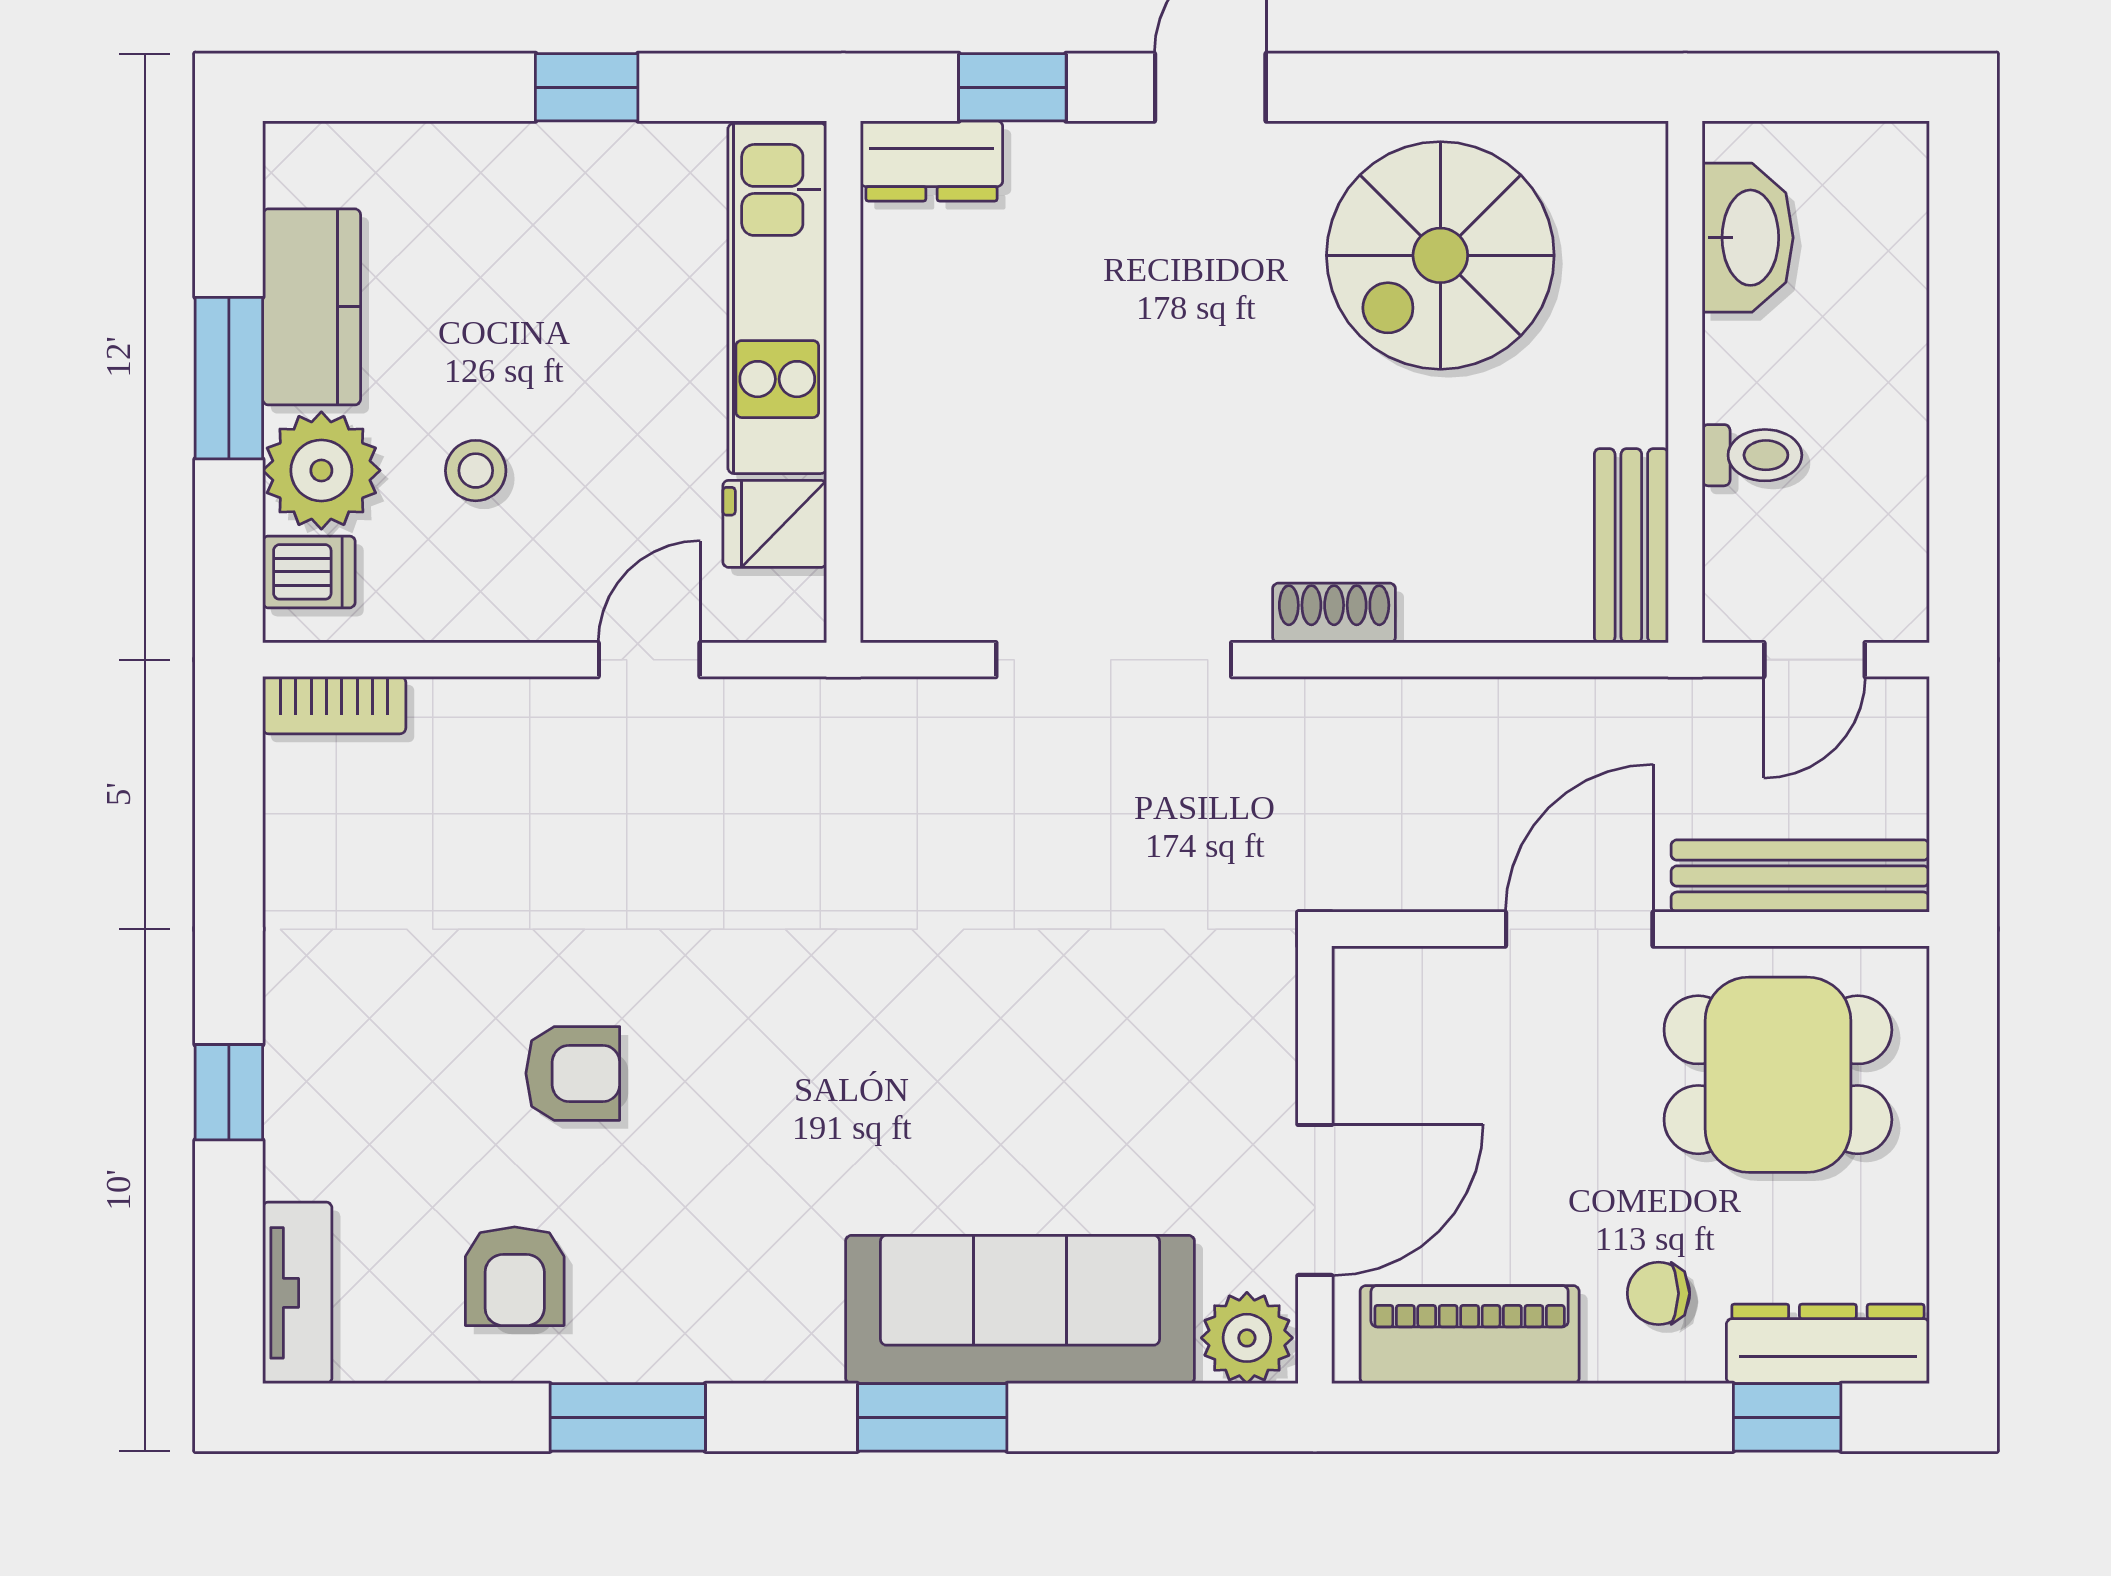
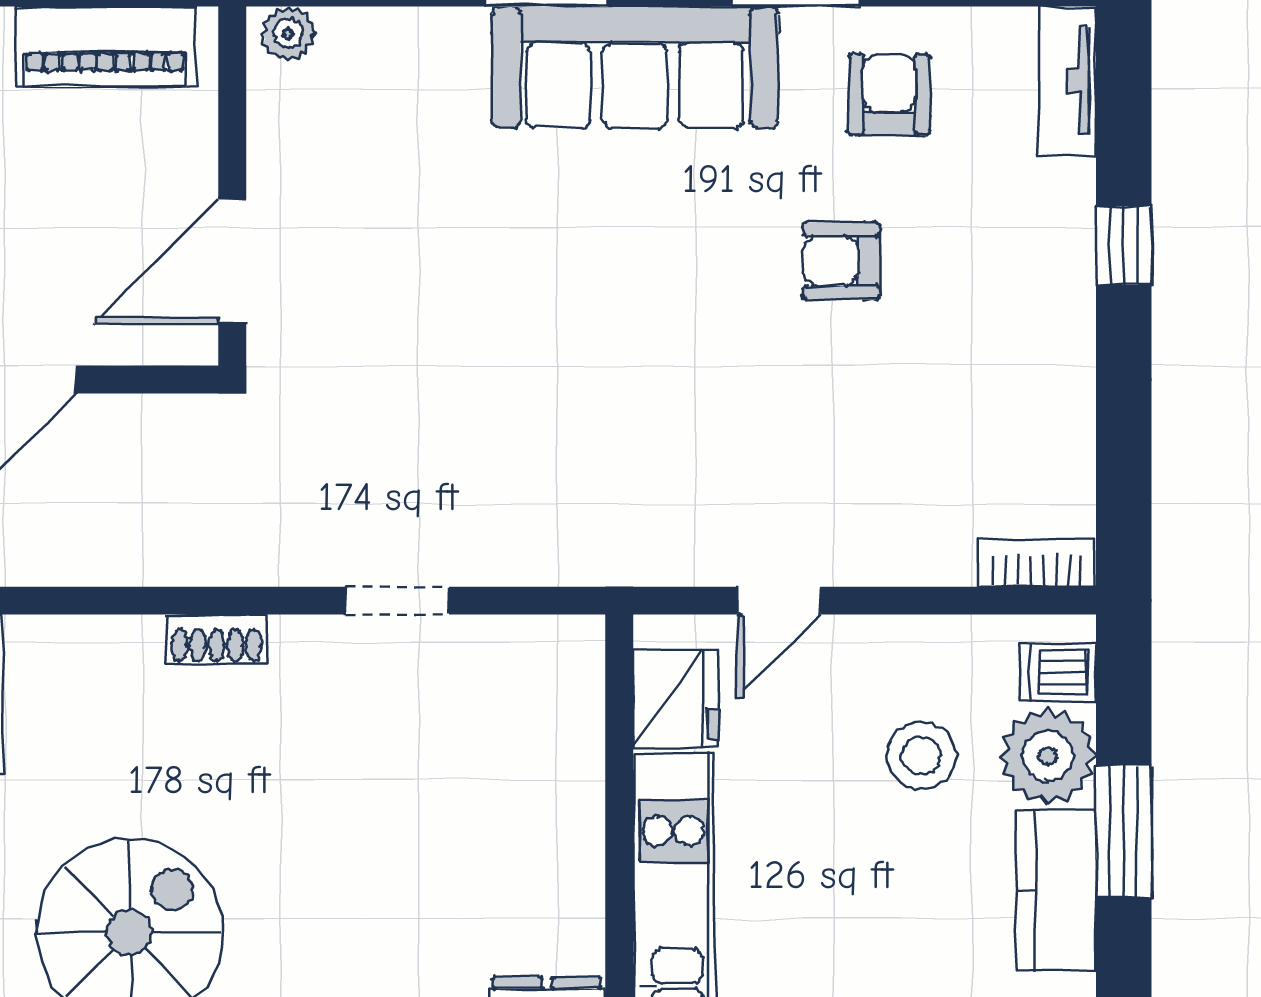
stool: (476, 471) -> (921, 756), width x1.37, depth x1.37
fridge: (775, 524) -> (676, 698), width x1.38
doorway: (1114, 660) -> (397, 601), width x0.53
door: (1315, 1200) -> (232, 262), moved
sofa: (1020, 1310) -> (635, 67), moved
plant: (1247, 1338) -> (288, 34), width x0.73, depth x0.73

